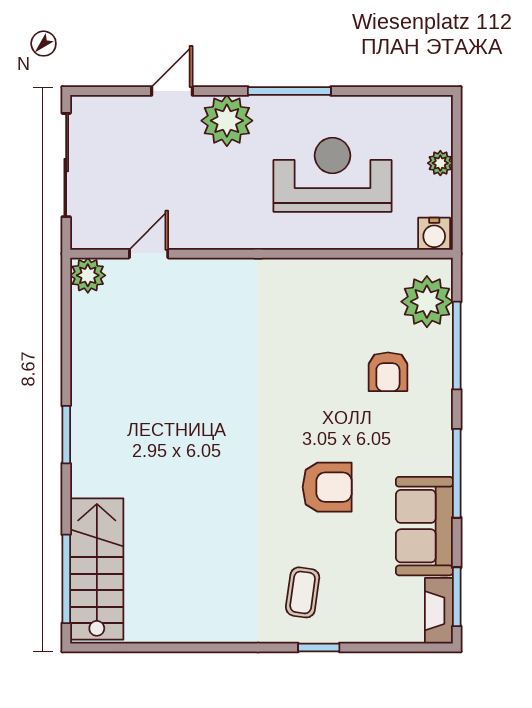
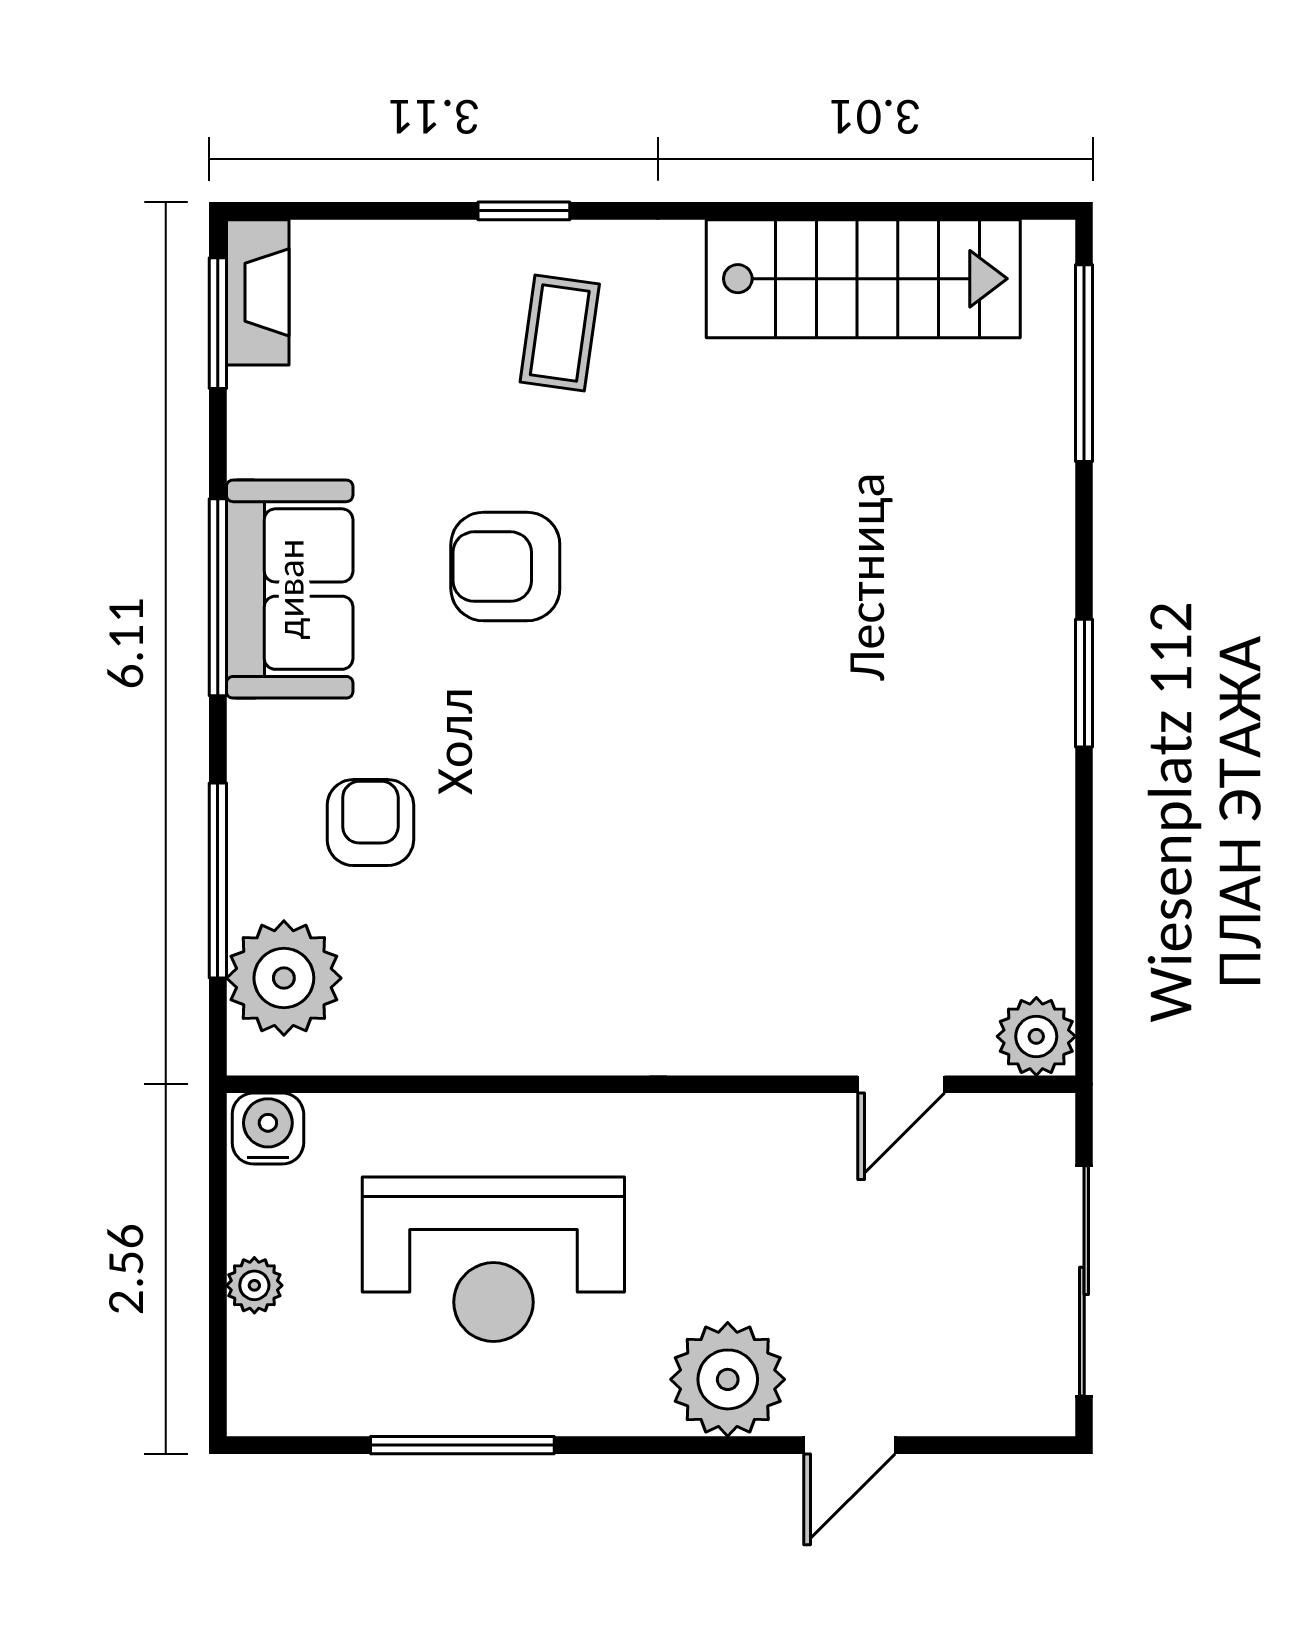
window: (289, 91) -> (462, 1445), moved
sofa: (424, 526) -> (290, 589), moved
stairs: (97, 569) -> (863, 279), moved, turned -90

